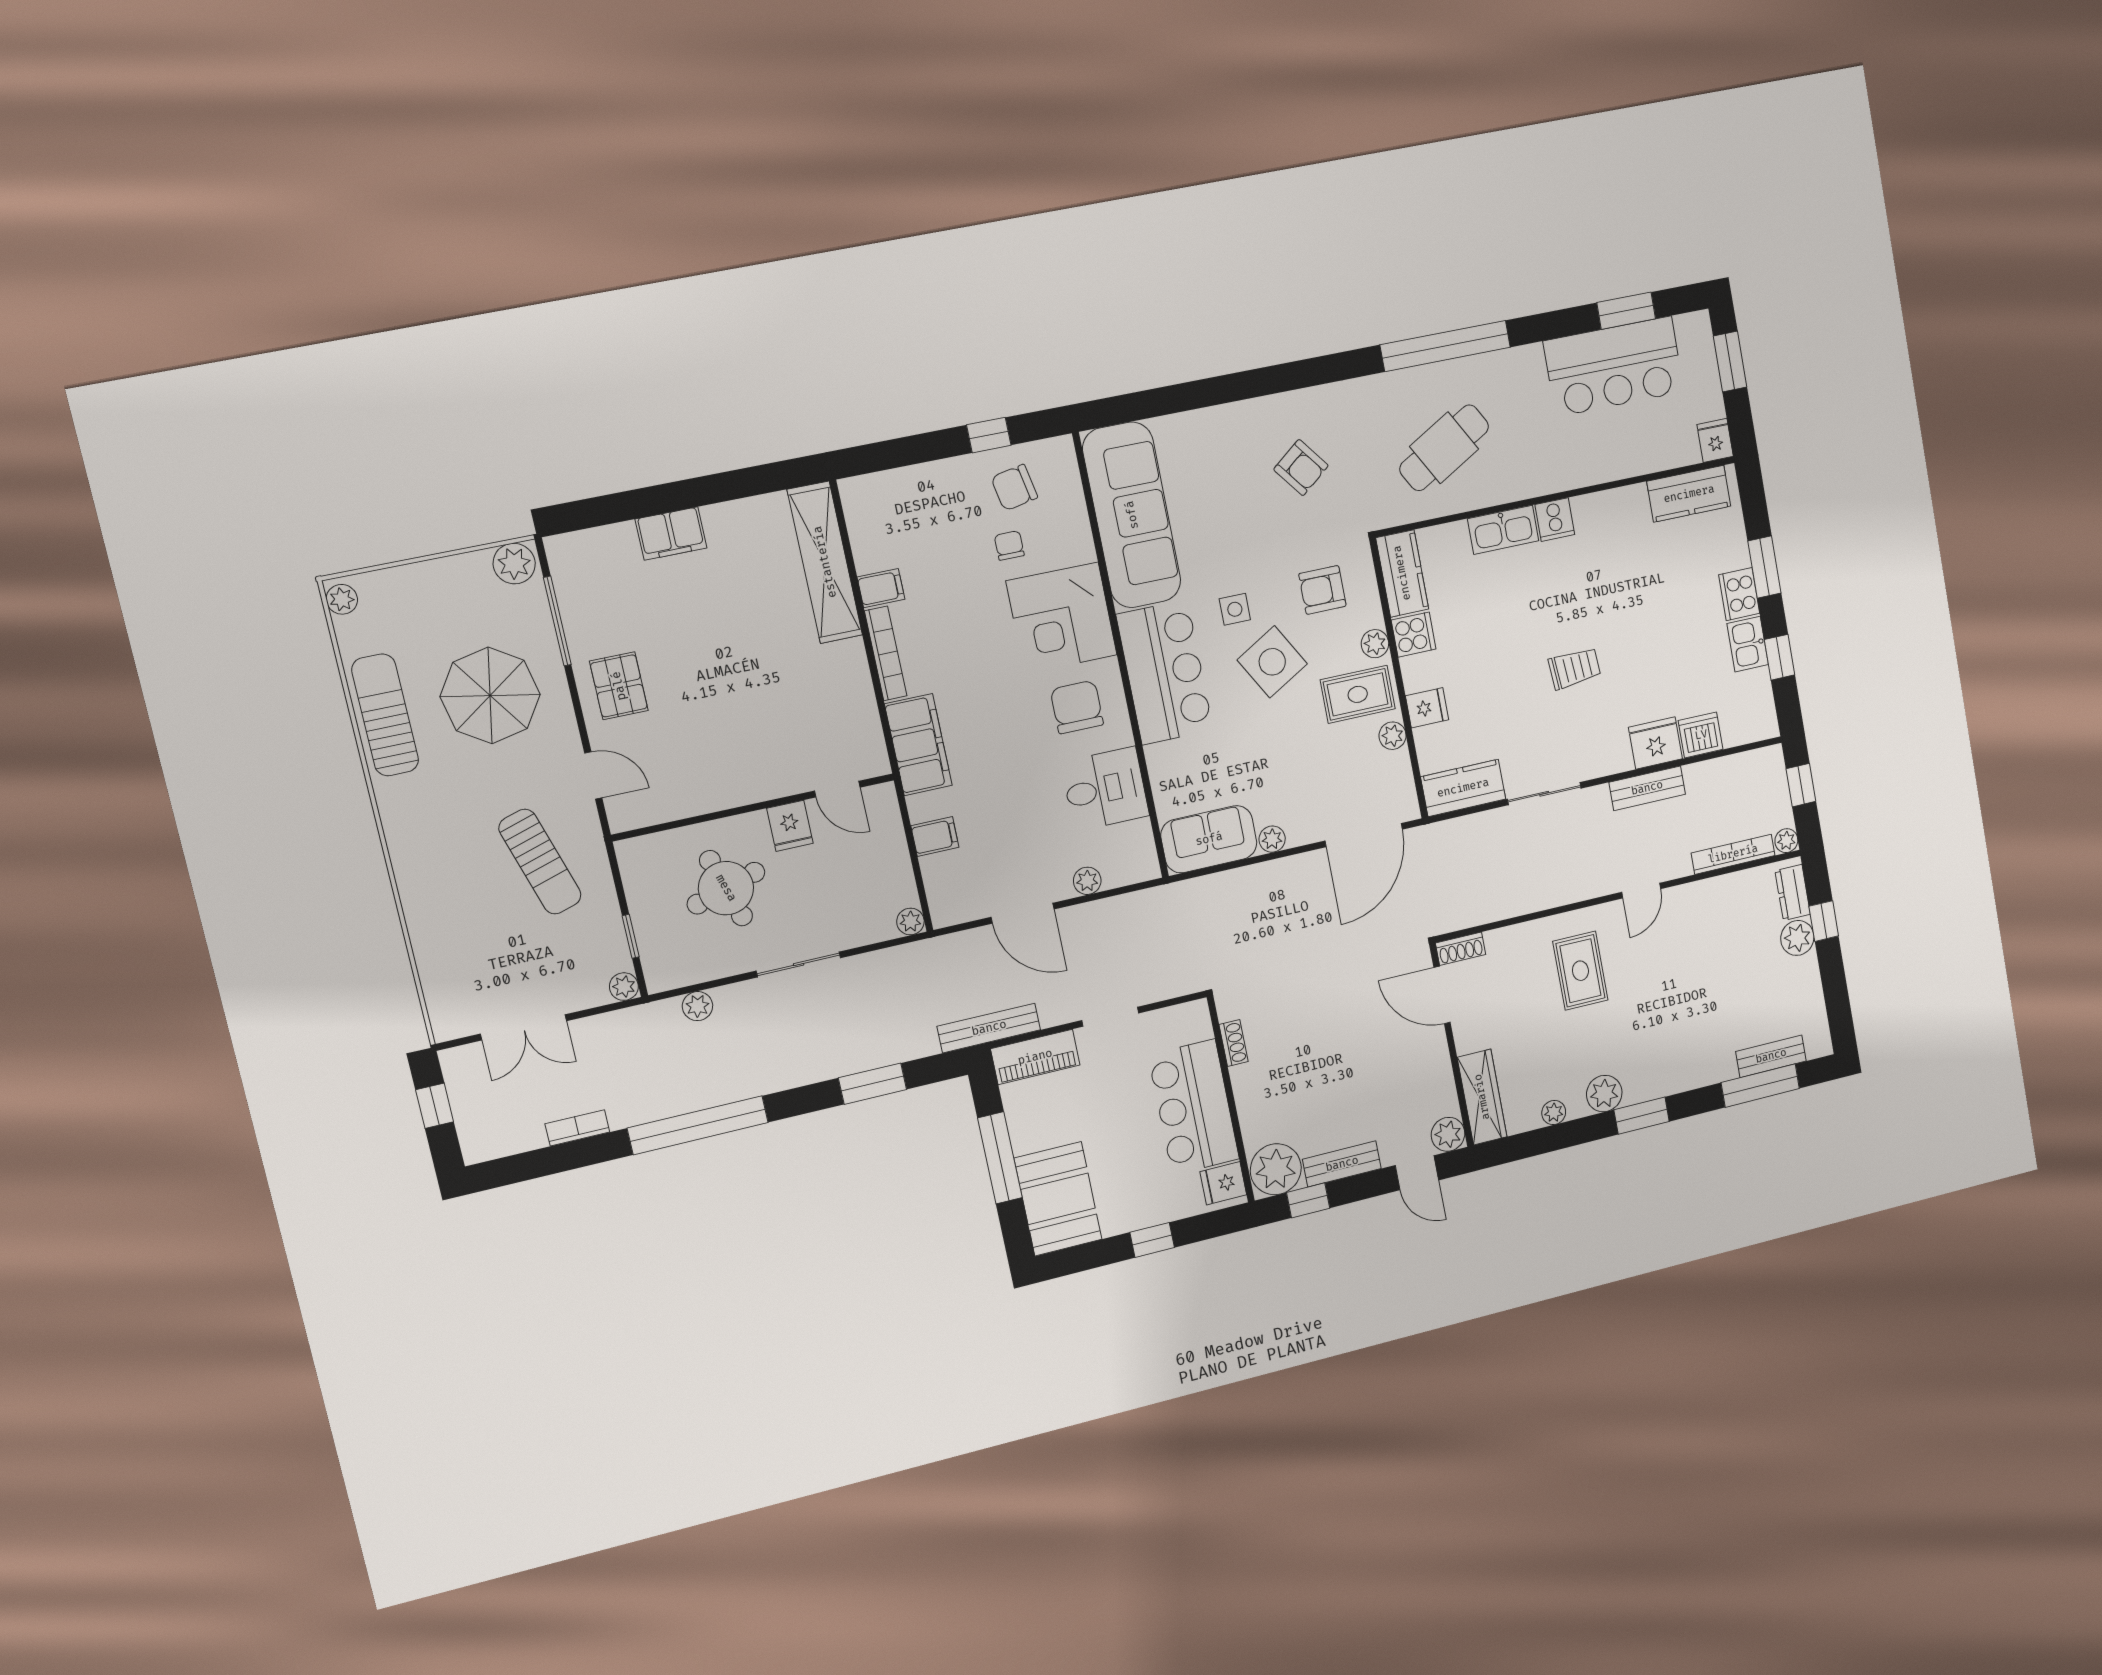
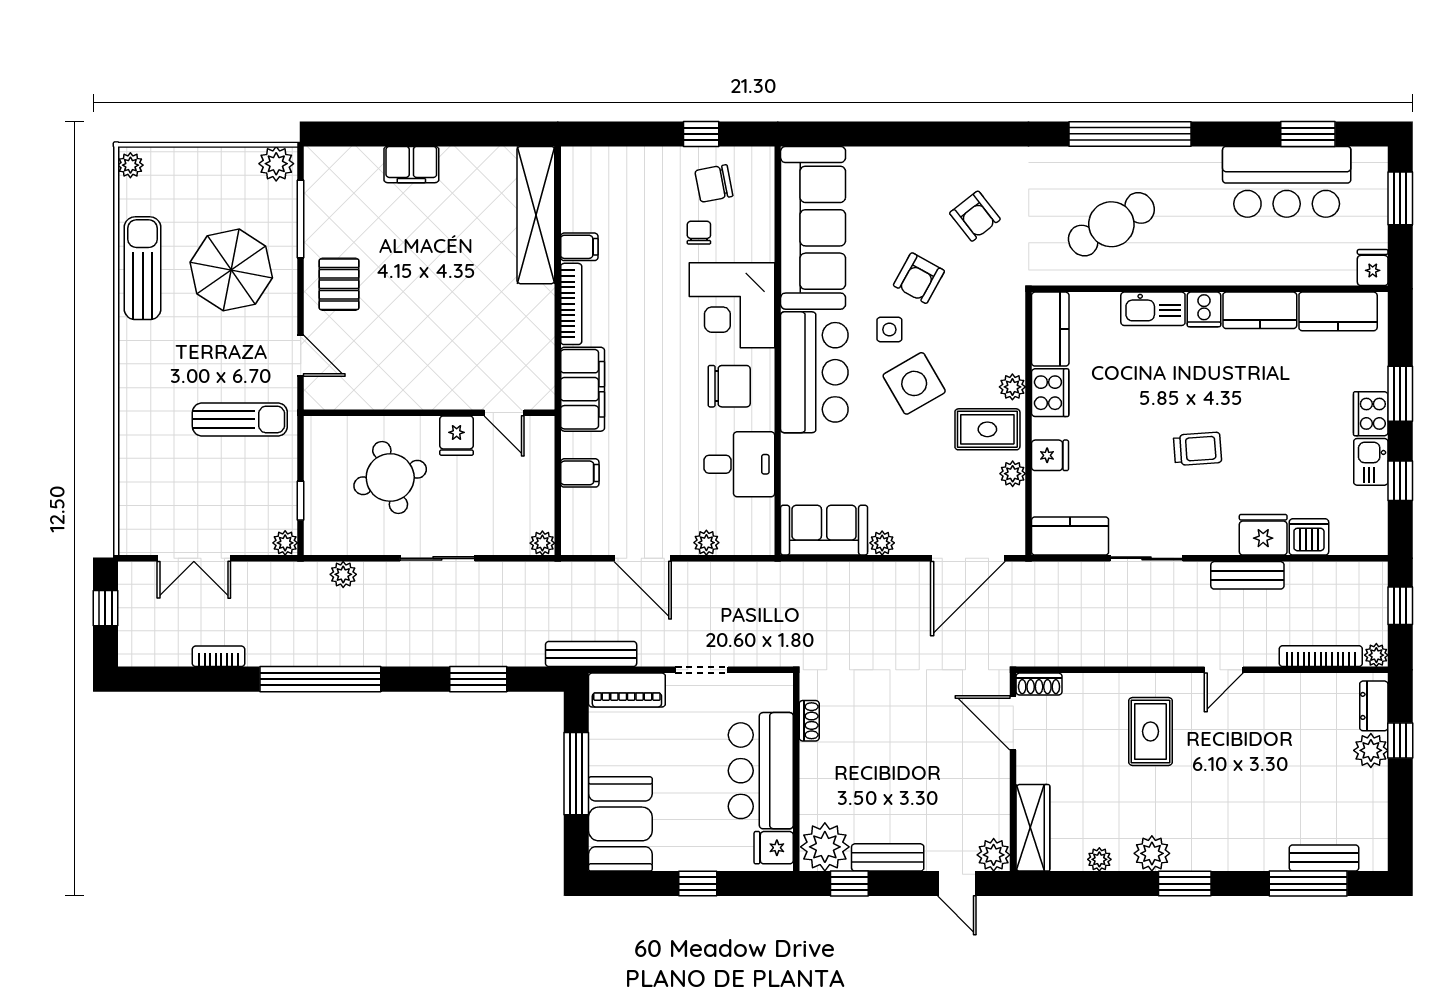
kitchen counter: (1611, 509) -> (1260, 310), added
armchair: (1322, 590) -> (919, 278), moved, turned -61
cooker: (1414, 635) -> (1050, 393), width x1.36
chair: (1077, 707) -> (729, 386), turned 90
sun lounger: (540, 862) -> (240, 419), turned -73

